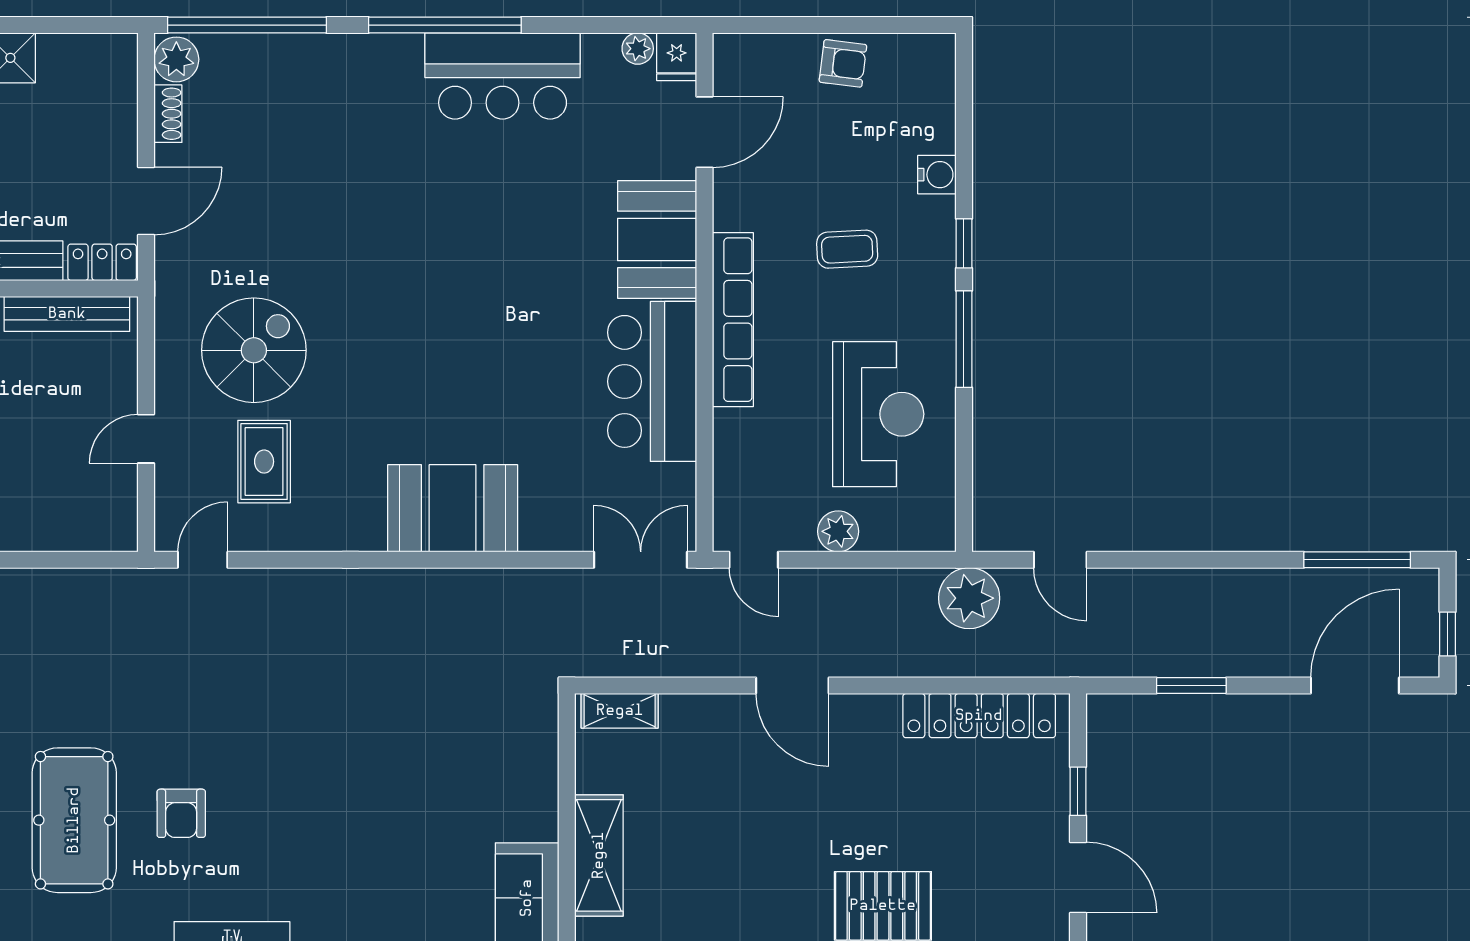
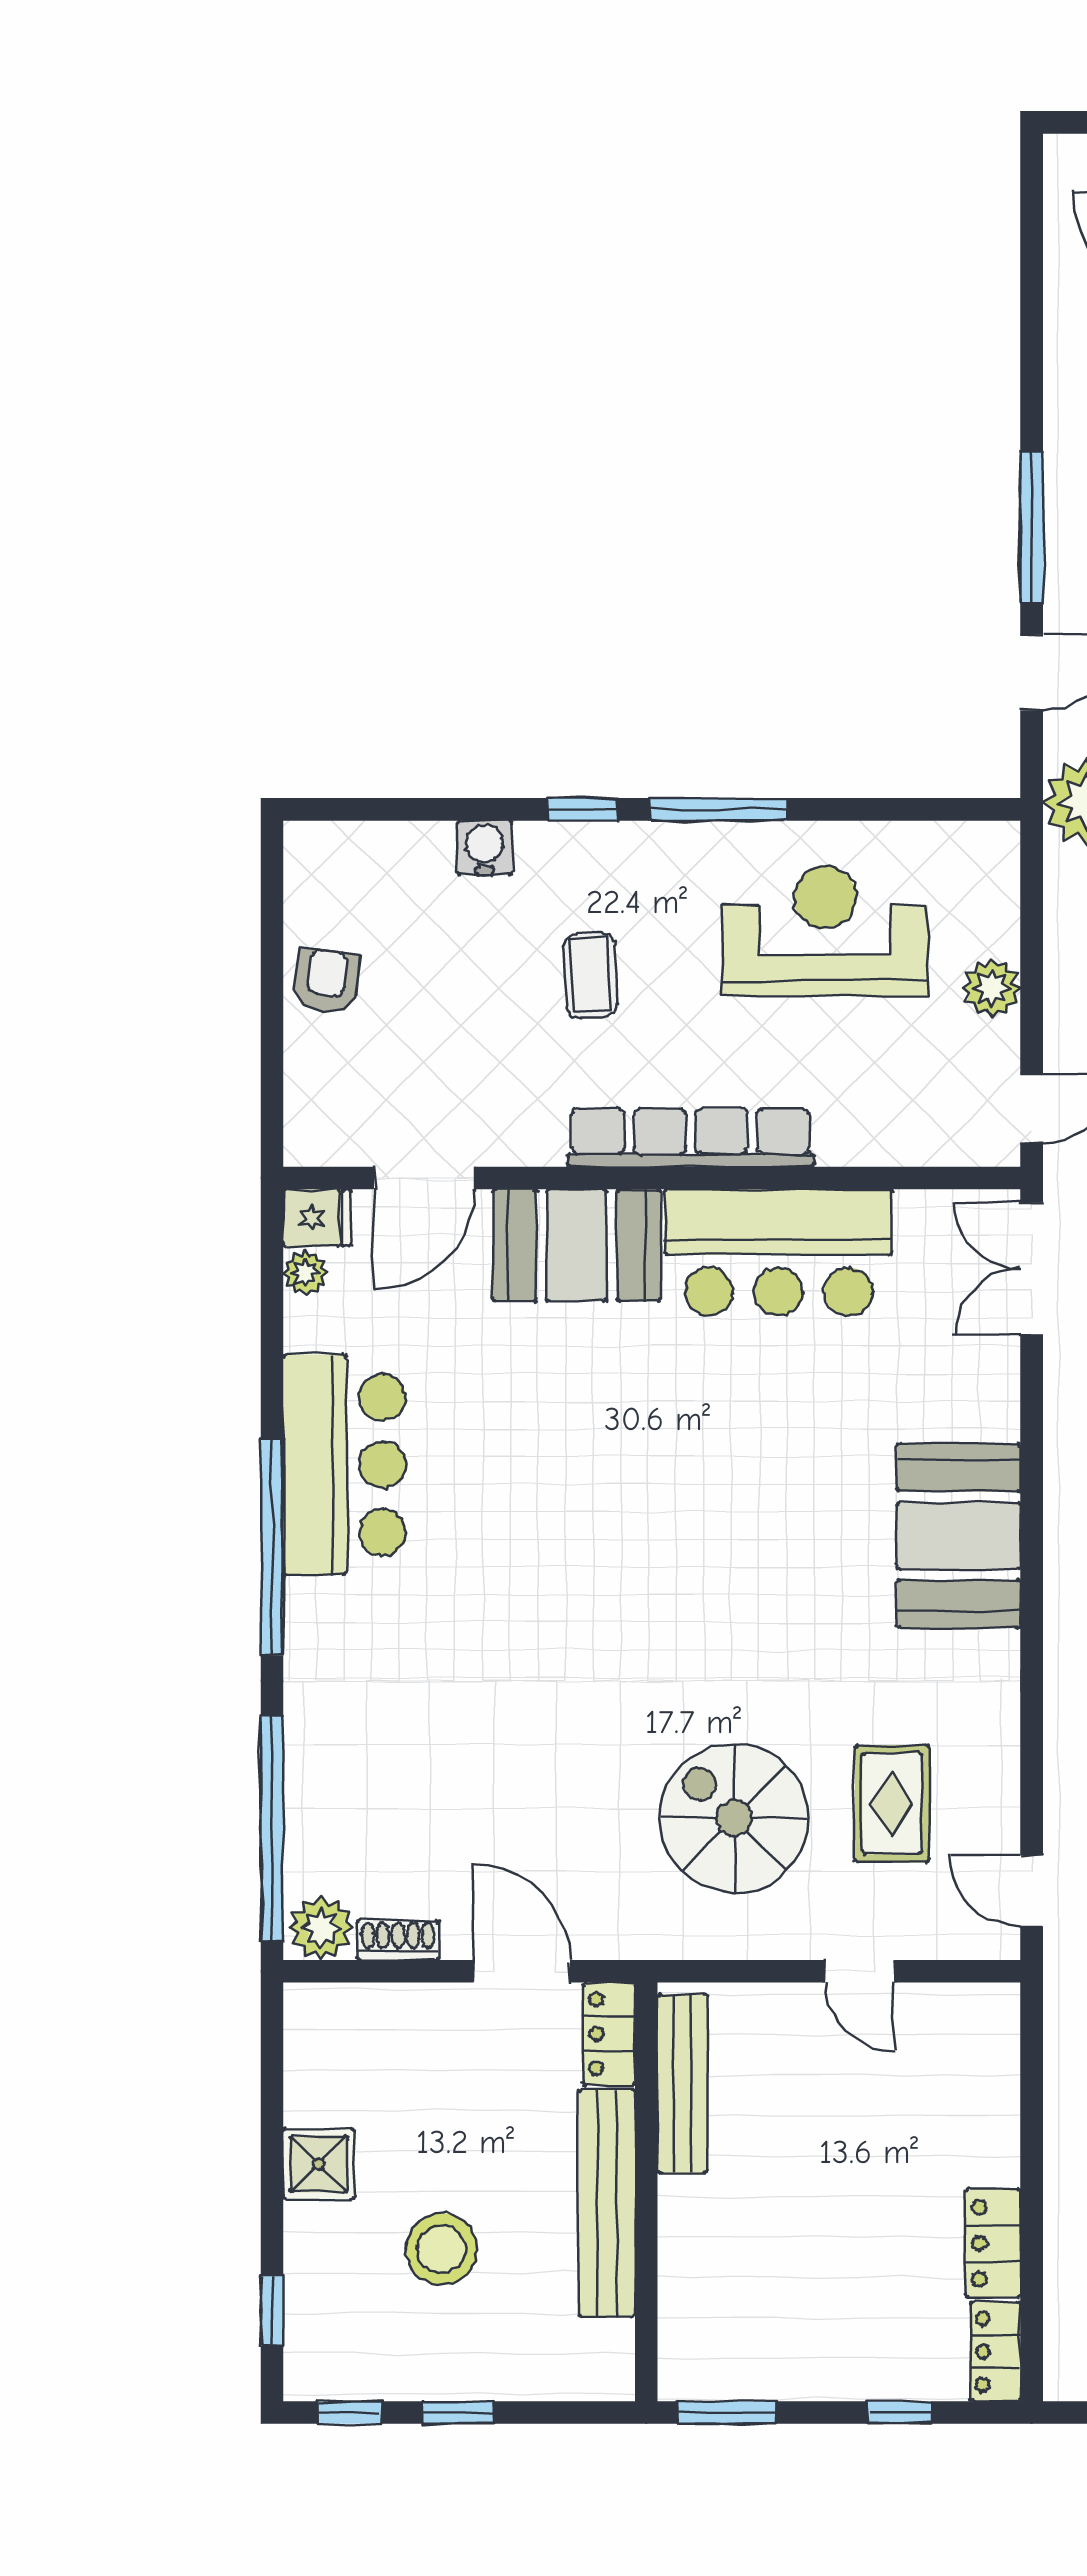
door: (704, 132) -> (424, 1178), swing flipped
rug: (264, 462) -> (892, 1804), turned 90
window: (1357, 560) -> (1032, 527), moved

